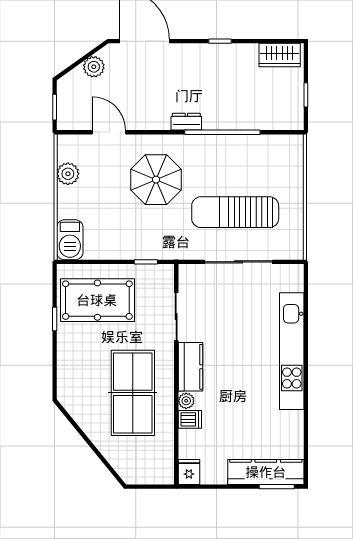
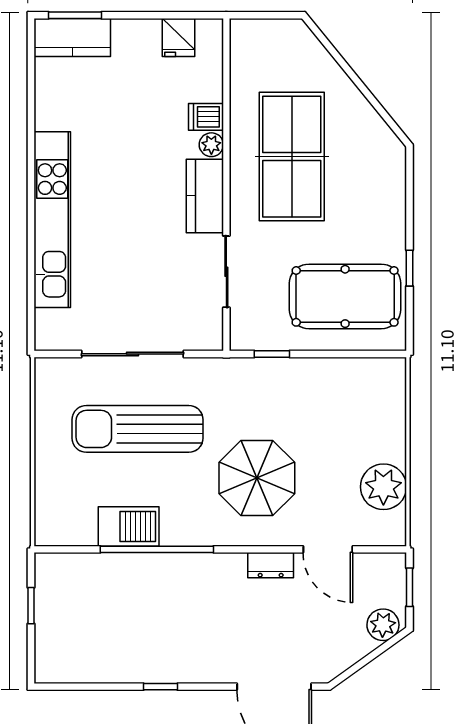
wardrobe: (280, 55) -> (71, 666), removed
plant: (94, 67) -> (383, 625), moved
dresser: (186, 122) -> (271, 565), moved
plant: (68, 174) -> (383, 487), width x1.36, depth x1.36
sun lounger: (235, 212) -> (138, 429), turned 180
barbecue: (70, 240) -> (129, 526), moved, turned 90
fridge: (189, 472) -> (178, 37), moved
kitchen counter: (266, 472) -> (72, 37), width x0.67

